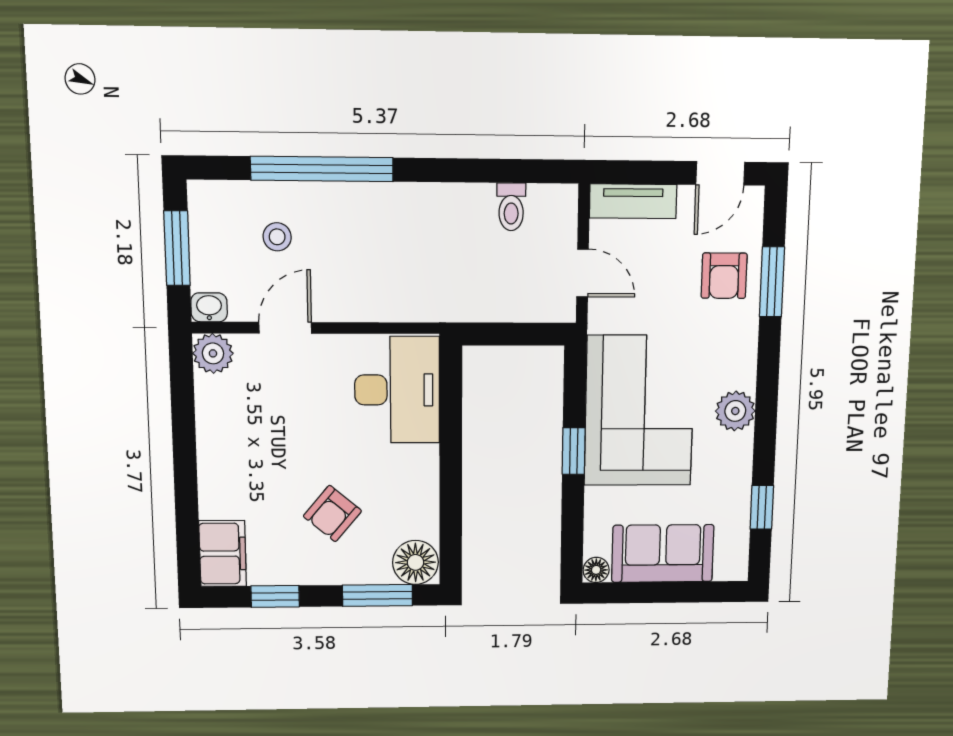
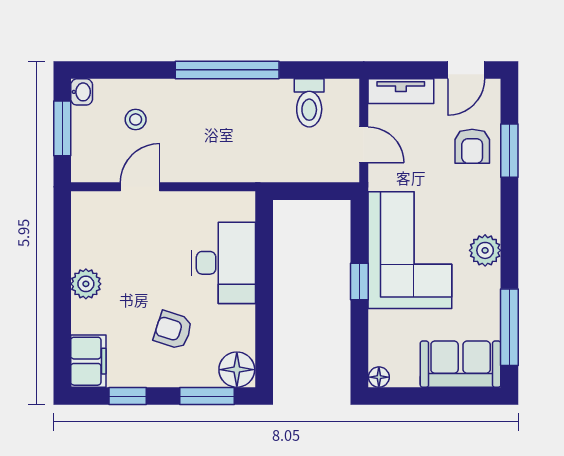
window: (322, 169) -> (227, 70), moved
toilet: (511, 207) -> (309, 103), width x1.37, depth x1.39
washbasin: (209, 307) -> (82, 92), moved, turned 90
plant: (213, 353) -> (86, 284), moved
desk: (397, 390) -> (223, 263), moved
window: (762, 507) -> (509, 327), width x2.17
armchair: (332, 514) -> (173, 330), turned 68
sofa: (663, 553) -> (461, 364), moved

